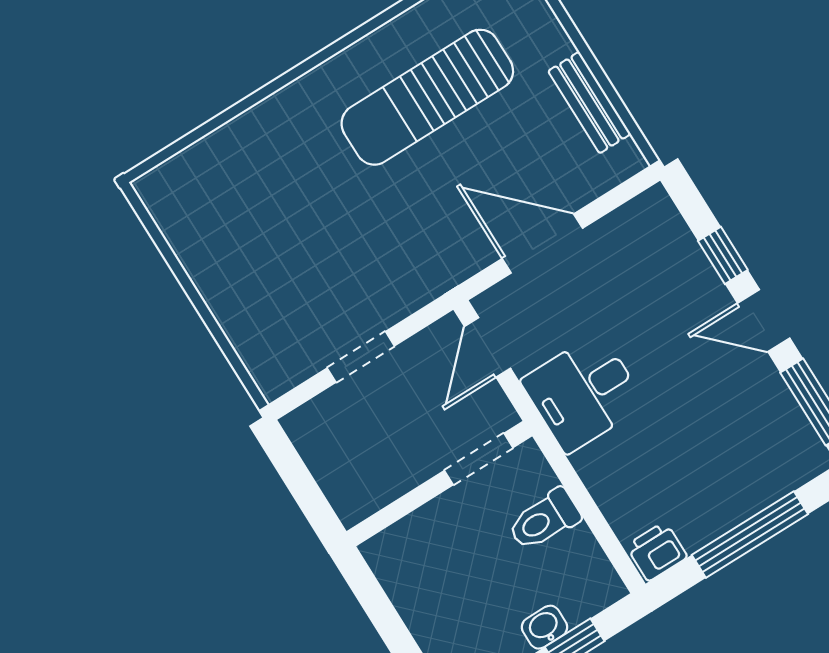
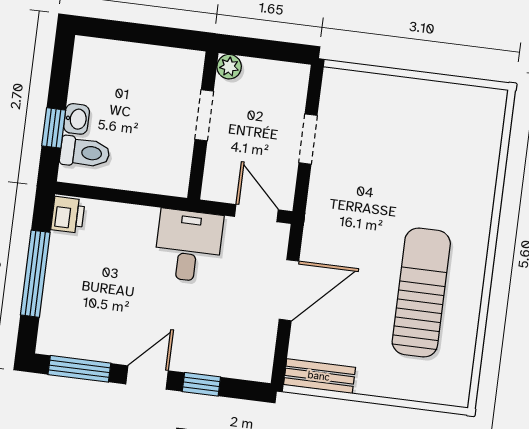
bench: (589, 103) -> (319, 376), moved
doorway: (479, 459) -> (204, 115), moved
plant: (352, 507) -> (229, 67), added
toilet: (544, 520) -> (85, 152), moved, turned 90

